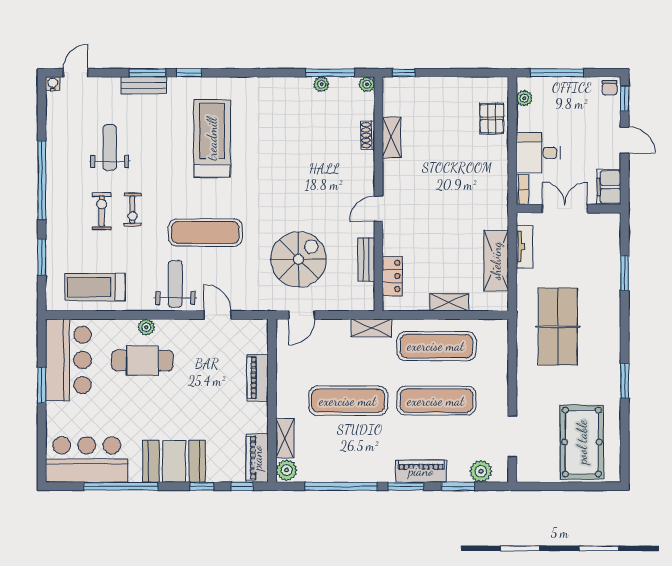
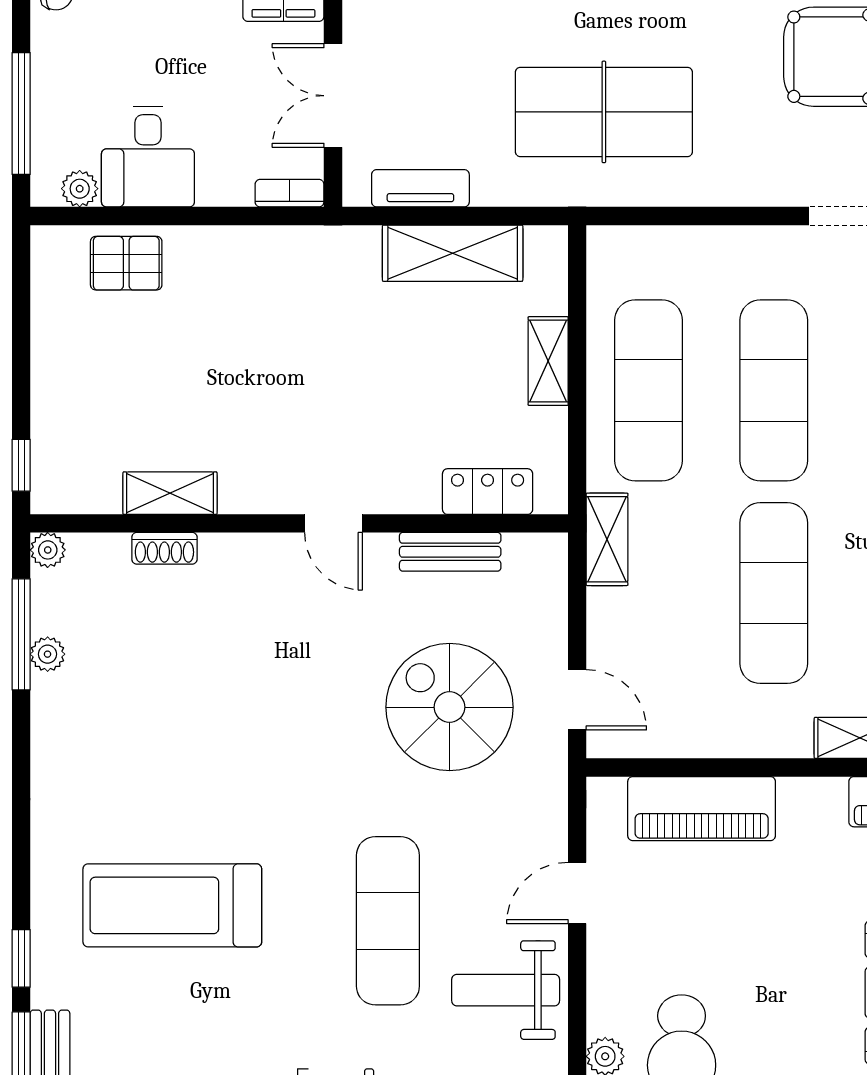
desk: (538, 153) -> (148, 157), moved
piano: (258, 378) -> (702, 809), width x1.37, depth x1.33

